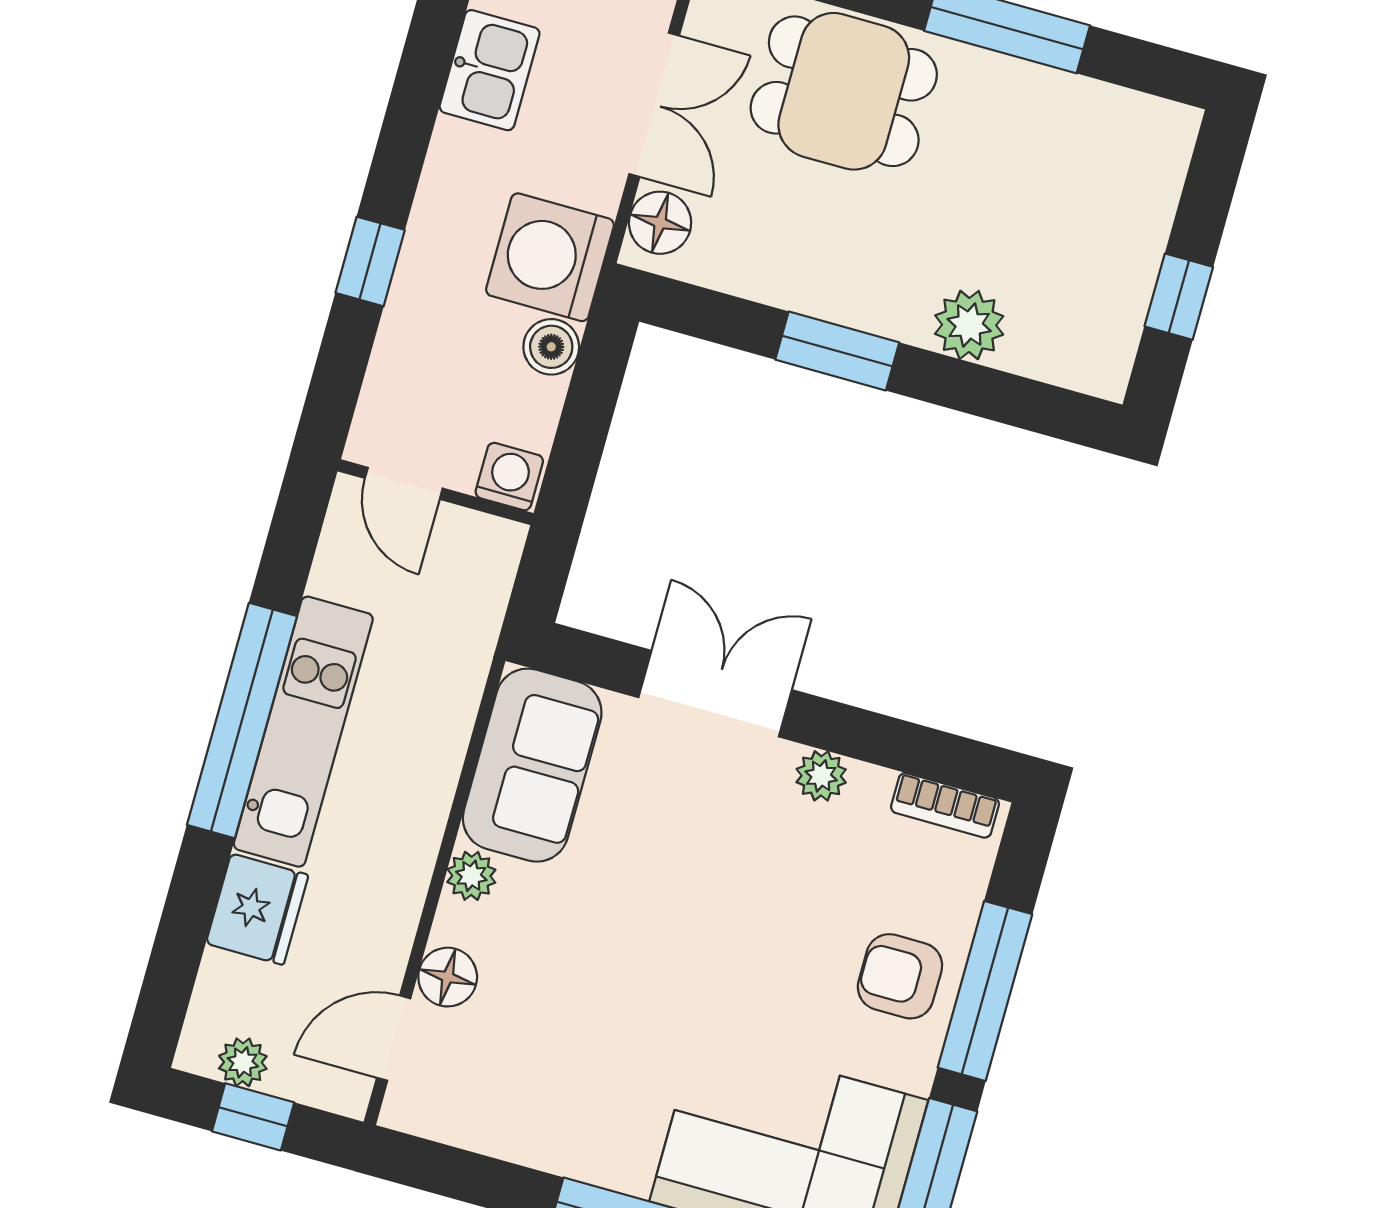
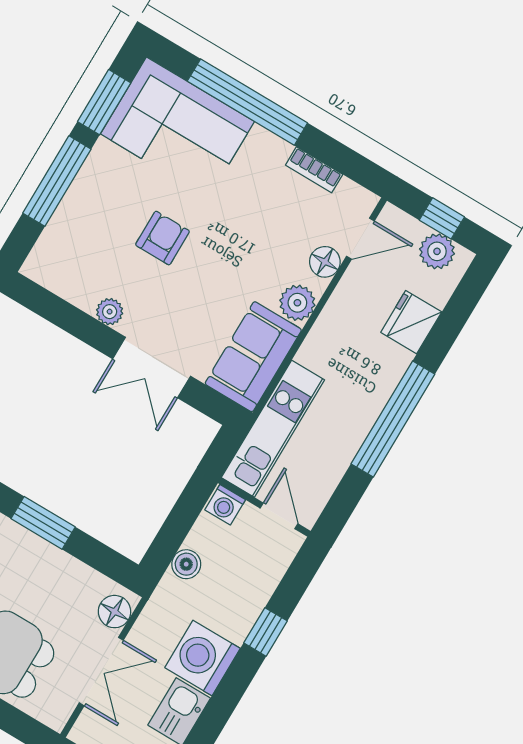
double door: (654, 105) -> (101, 672), swing flipped
washing machine: (550, 257) -> (202, 658), moved, turned 180
kitchen unit: (303, 732) -> (273, 429), moved, turned 180
bookcase: (945, 805) -> (314, 170), moved, turned 180
plant: (471, 876) -> (297, 303), width x1.38, depth x1.38
armchair: (900, 976) -> (163, 238), moved, turned -90
plant: (243, 1062) -> (437, 251), width x1.38, depth x1.38

